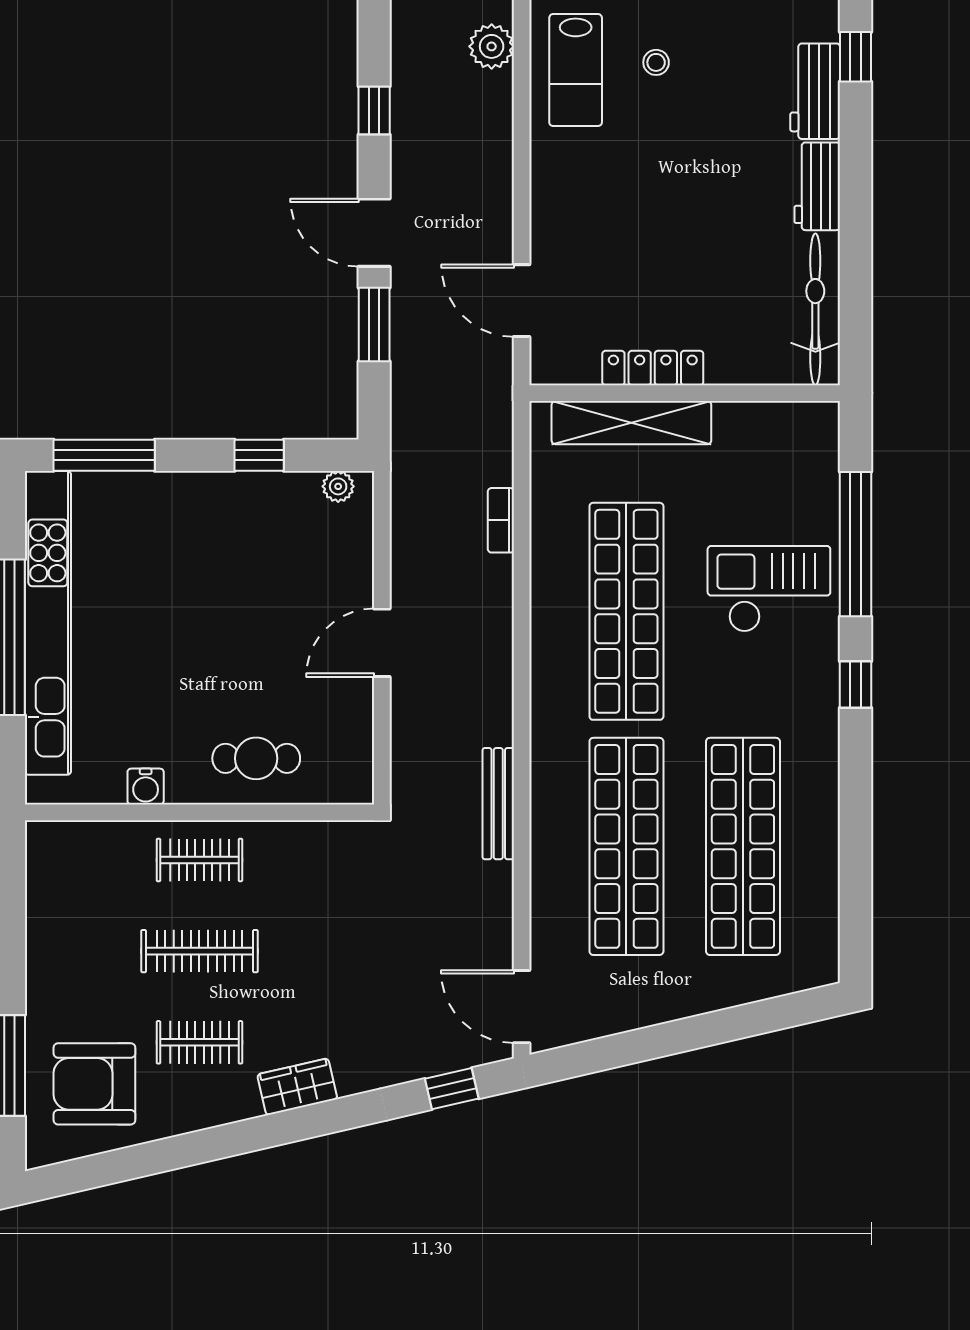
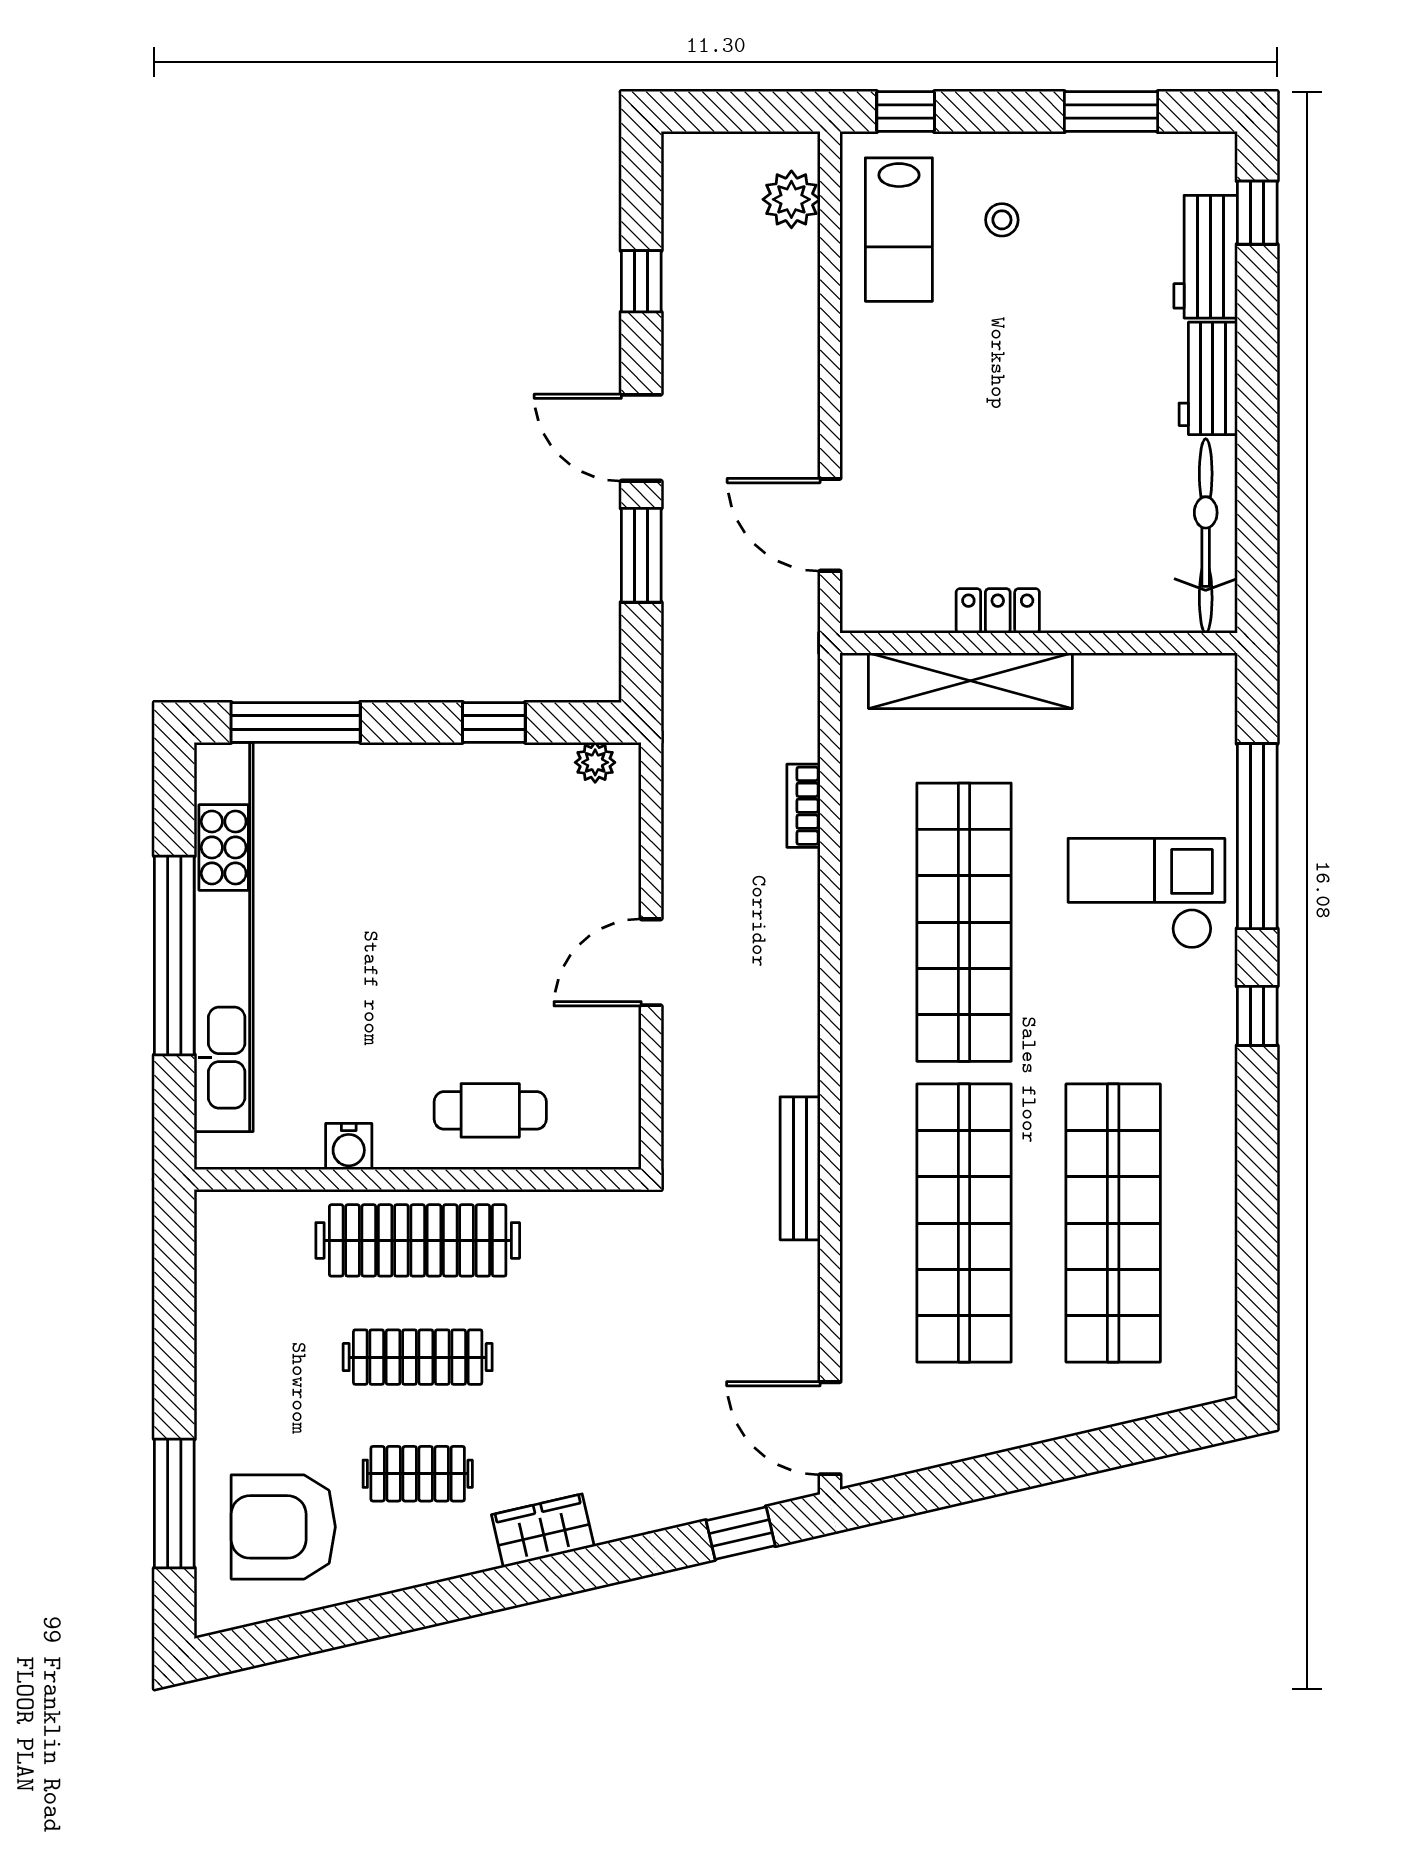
locker: (653, 368) -> (998, 611), width x0.66
clothes rail: (199, 860) -> (418, 1240), width x1.86, depth x1.31

